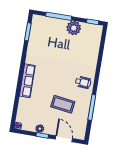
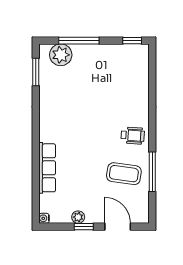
plant: (74, 28) -> (61, 55), moved
row of seats: (27, 81) -> (47, 168), moved
coffee table: (63, 104) -> (124, 174), moved

